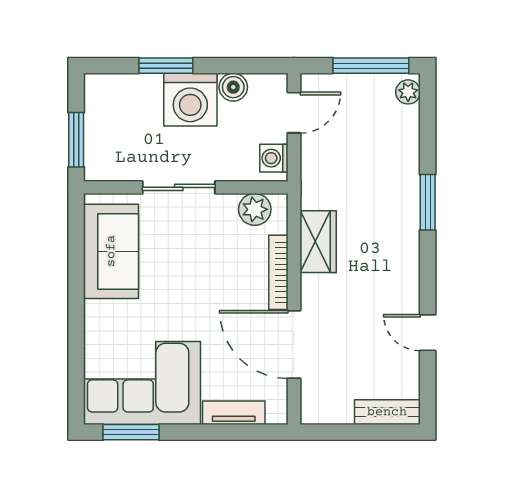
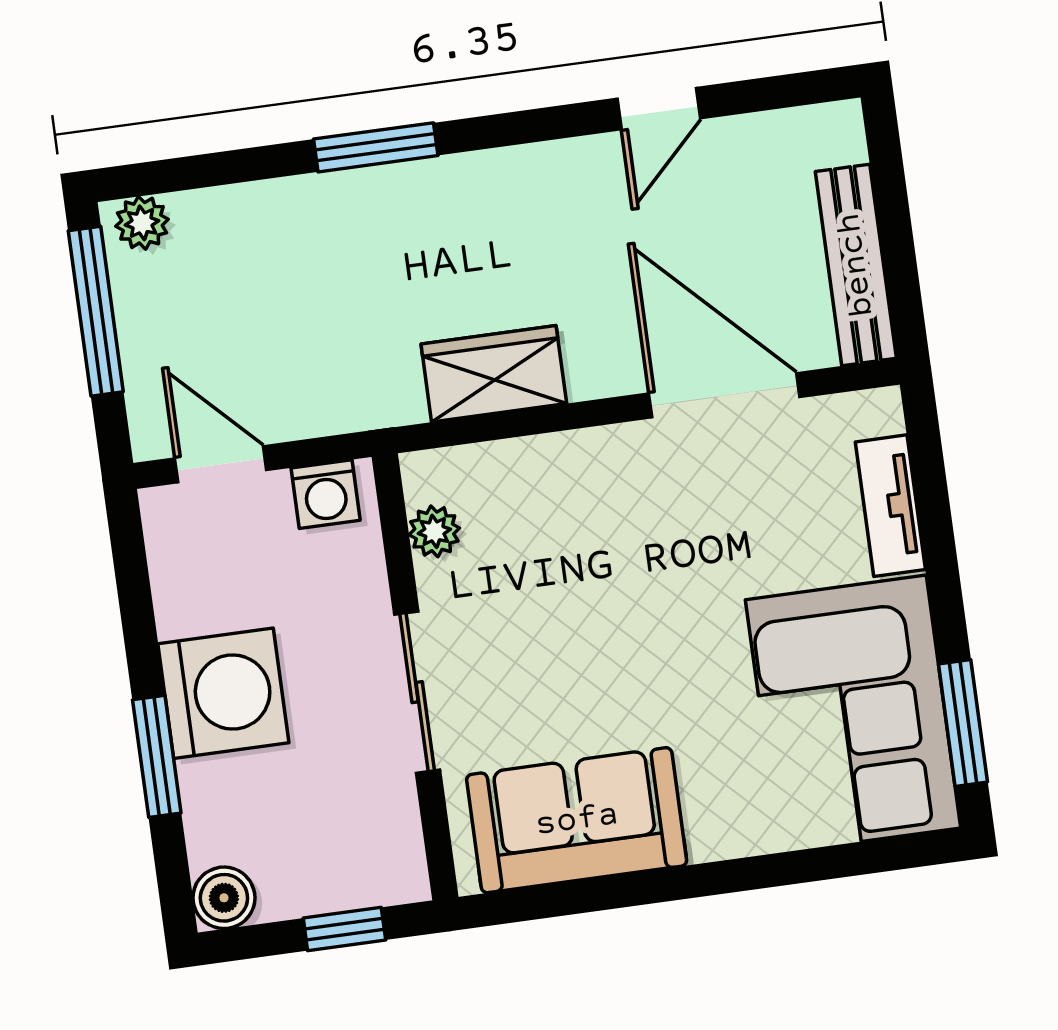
boiler: (233, 87) -> (224, 898), moved
window: (76, 140) -> (344, 929), width x0.67
plant: (255, 209) -> (434, 531), width x0.73, depth x0.73
bookcase: (278, 272) -> (572, 450), removed
door: (294, 345) -> (724, 395), swing flipped
bench: (387, 412) -> (856, 265), moved, width x1.36

